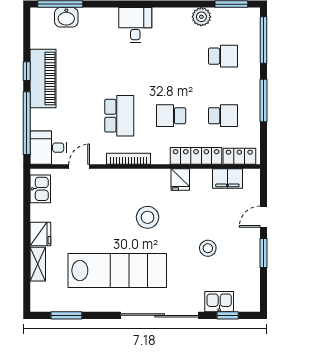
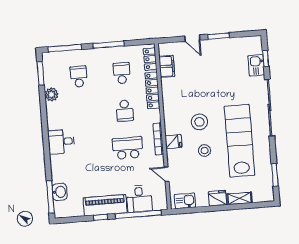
desk: (48, 148) -> (139, 199), moved
fridge: (180, 179) -> (173, 142), moved
stool: (208, 248) -> (205, 151), moved

